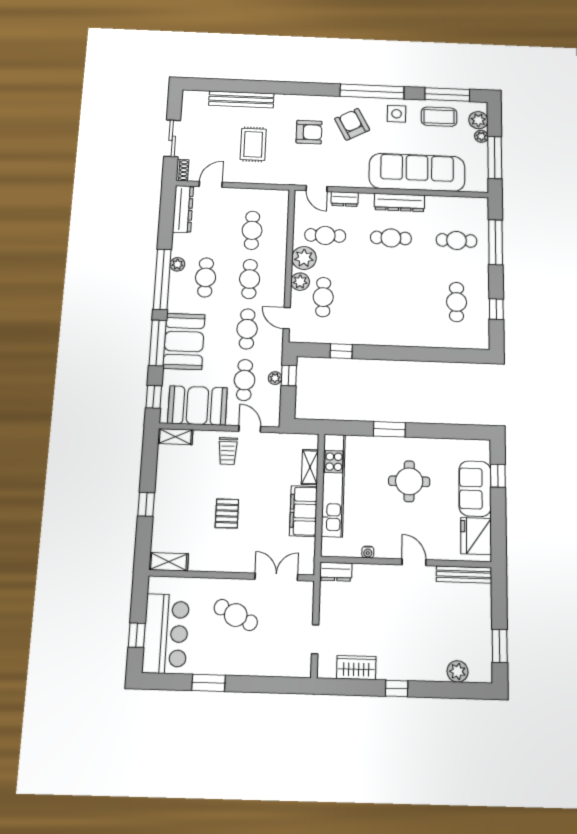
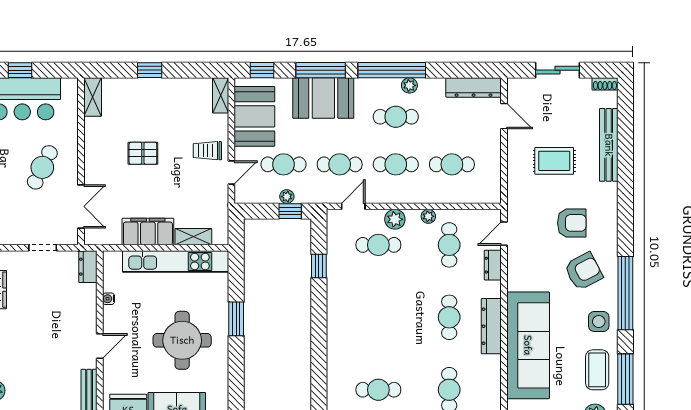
armchair: (309, 132) -> (572, 223), turned -90
shoe rack: (182, 170) -> (605, 84), moved
plant: (304, 258) -> (428, 216), width x0.53, depth x0.53
round table: (409, 481) -> (182, 340), width x1.36, depth x1.36
doorway: (315, 639) -> (43, 248), moved

